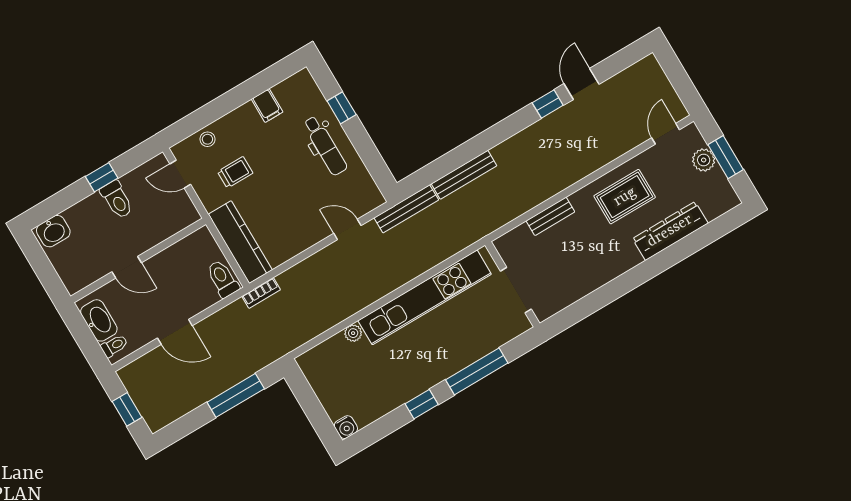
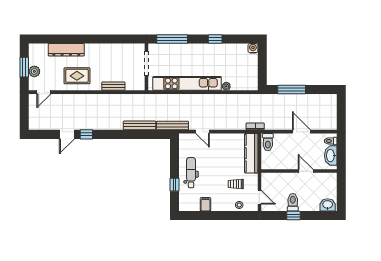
window: (477, 371) -> (172, 39), moved
window: (127, 409) -> (341, 111), removed

